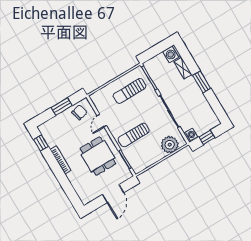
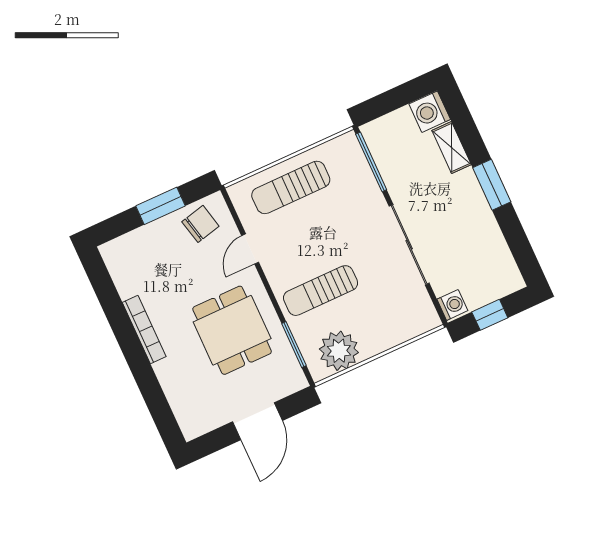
sun lounger: (130, 91) -> (291, 187), moved
window: (41, 143) -> (103, 285), removed
plant: (170, 145) -> (339, 351), moved

